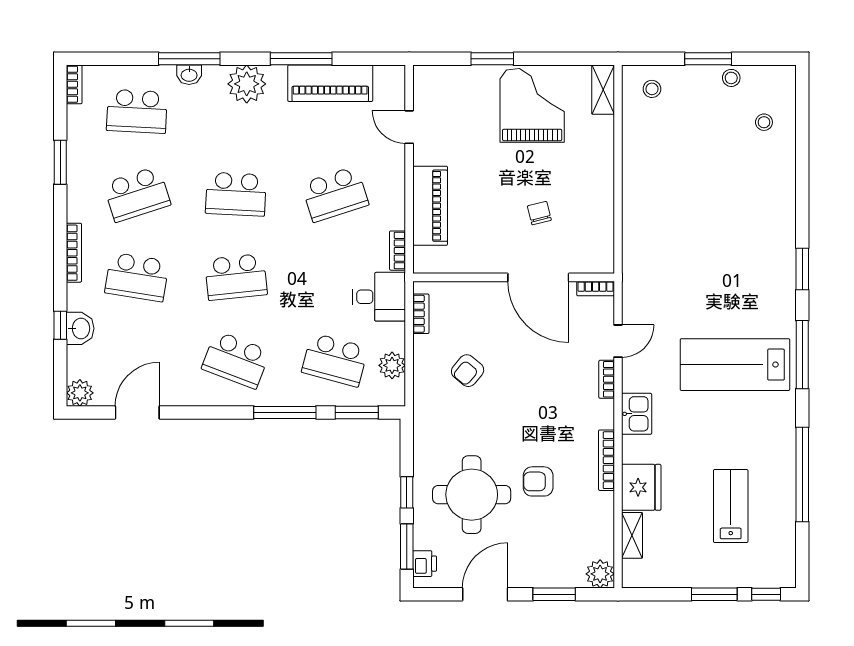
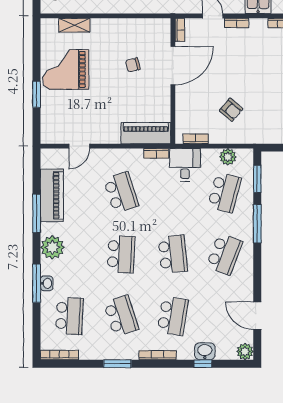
bookcase: (74, 84) -> (59, 355), width x1.56
shelving: (603, 90) -> (74, 25), moved
window: (60, 162) -> (117, 364), moved
piano: (430, 206) -> (146, 133), moved

